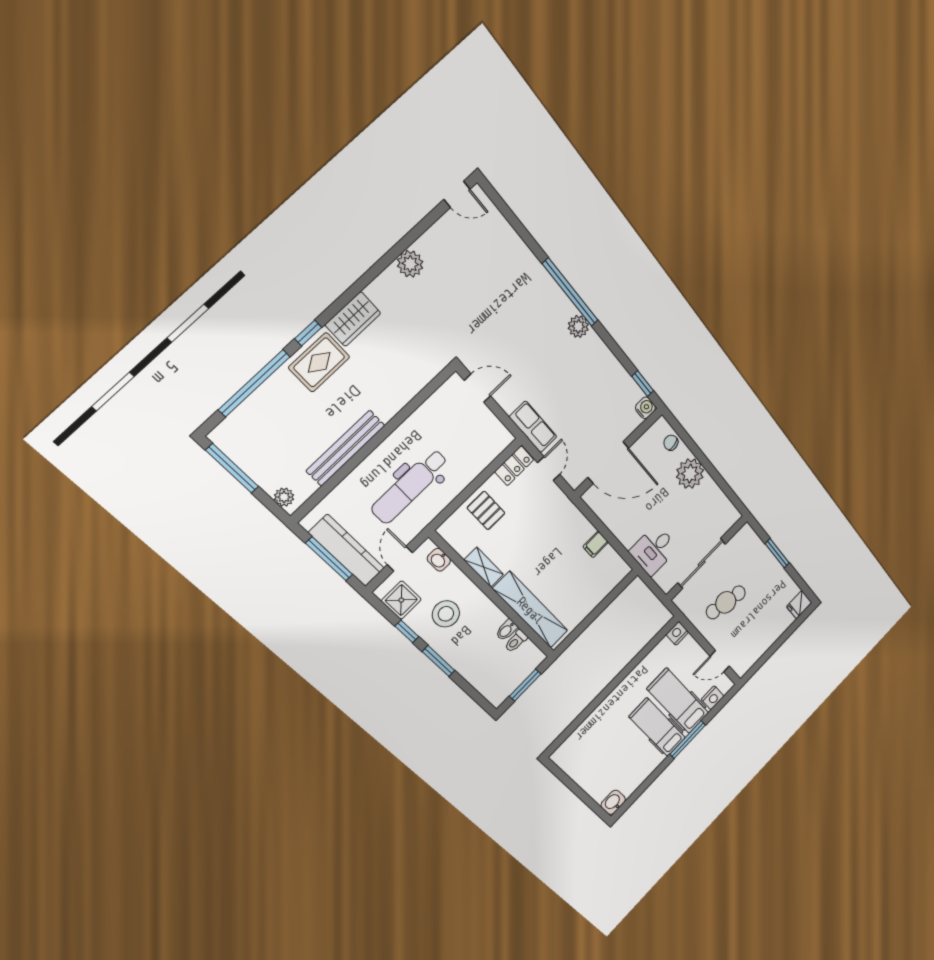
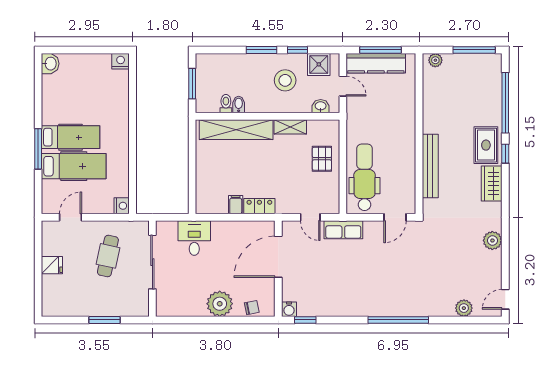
plant: (578, 326) -> (464, 308), moved
bench: (346, 448) -> (430, 166), moved
locker: (514, 466) -> (259, 206), moved, turned 90
dental chair: (410, 486) -> (365, 177), moved
pallet: (486, 511) -> (322, 159), turned 90
fridge: (799, 605) -> (52, 265), moved, turned 90
nightstand: (713, 698) -> (121, 61), moved, turned 90

